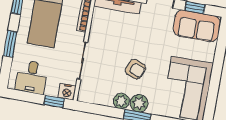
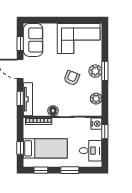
floor lamp: (95, 36) -> (53, 111), added
plant: (121, 101) -> (96, 99), moved

